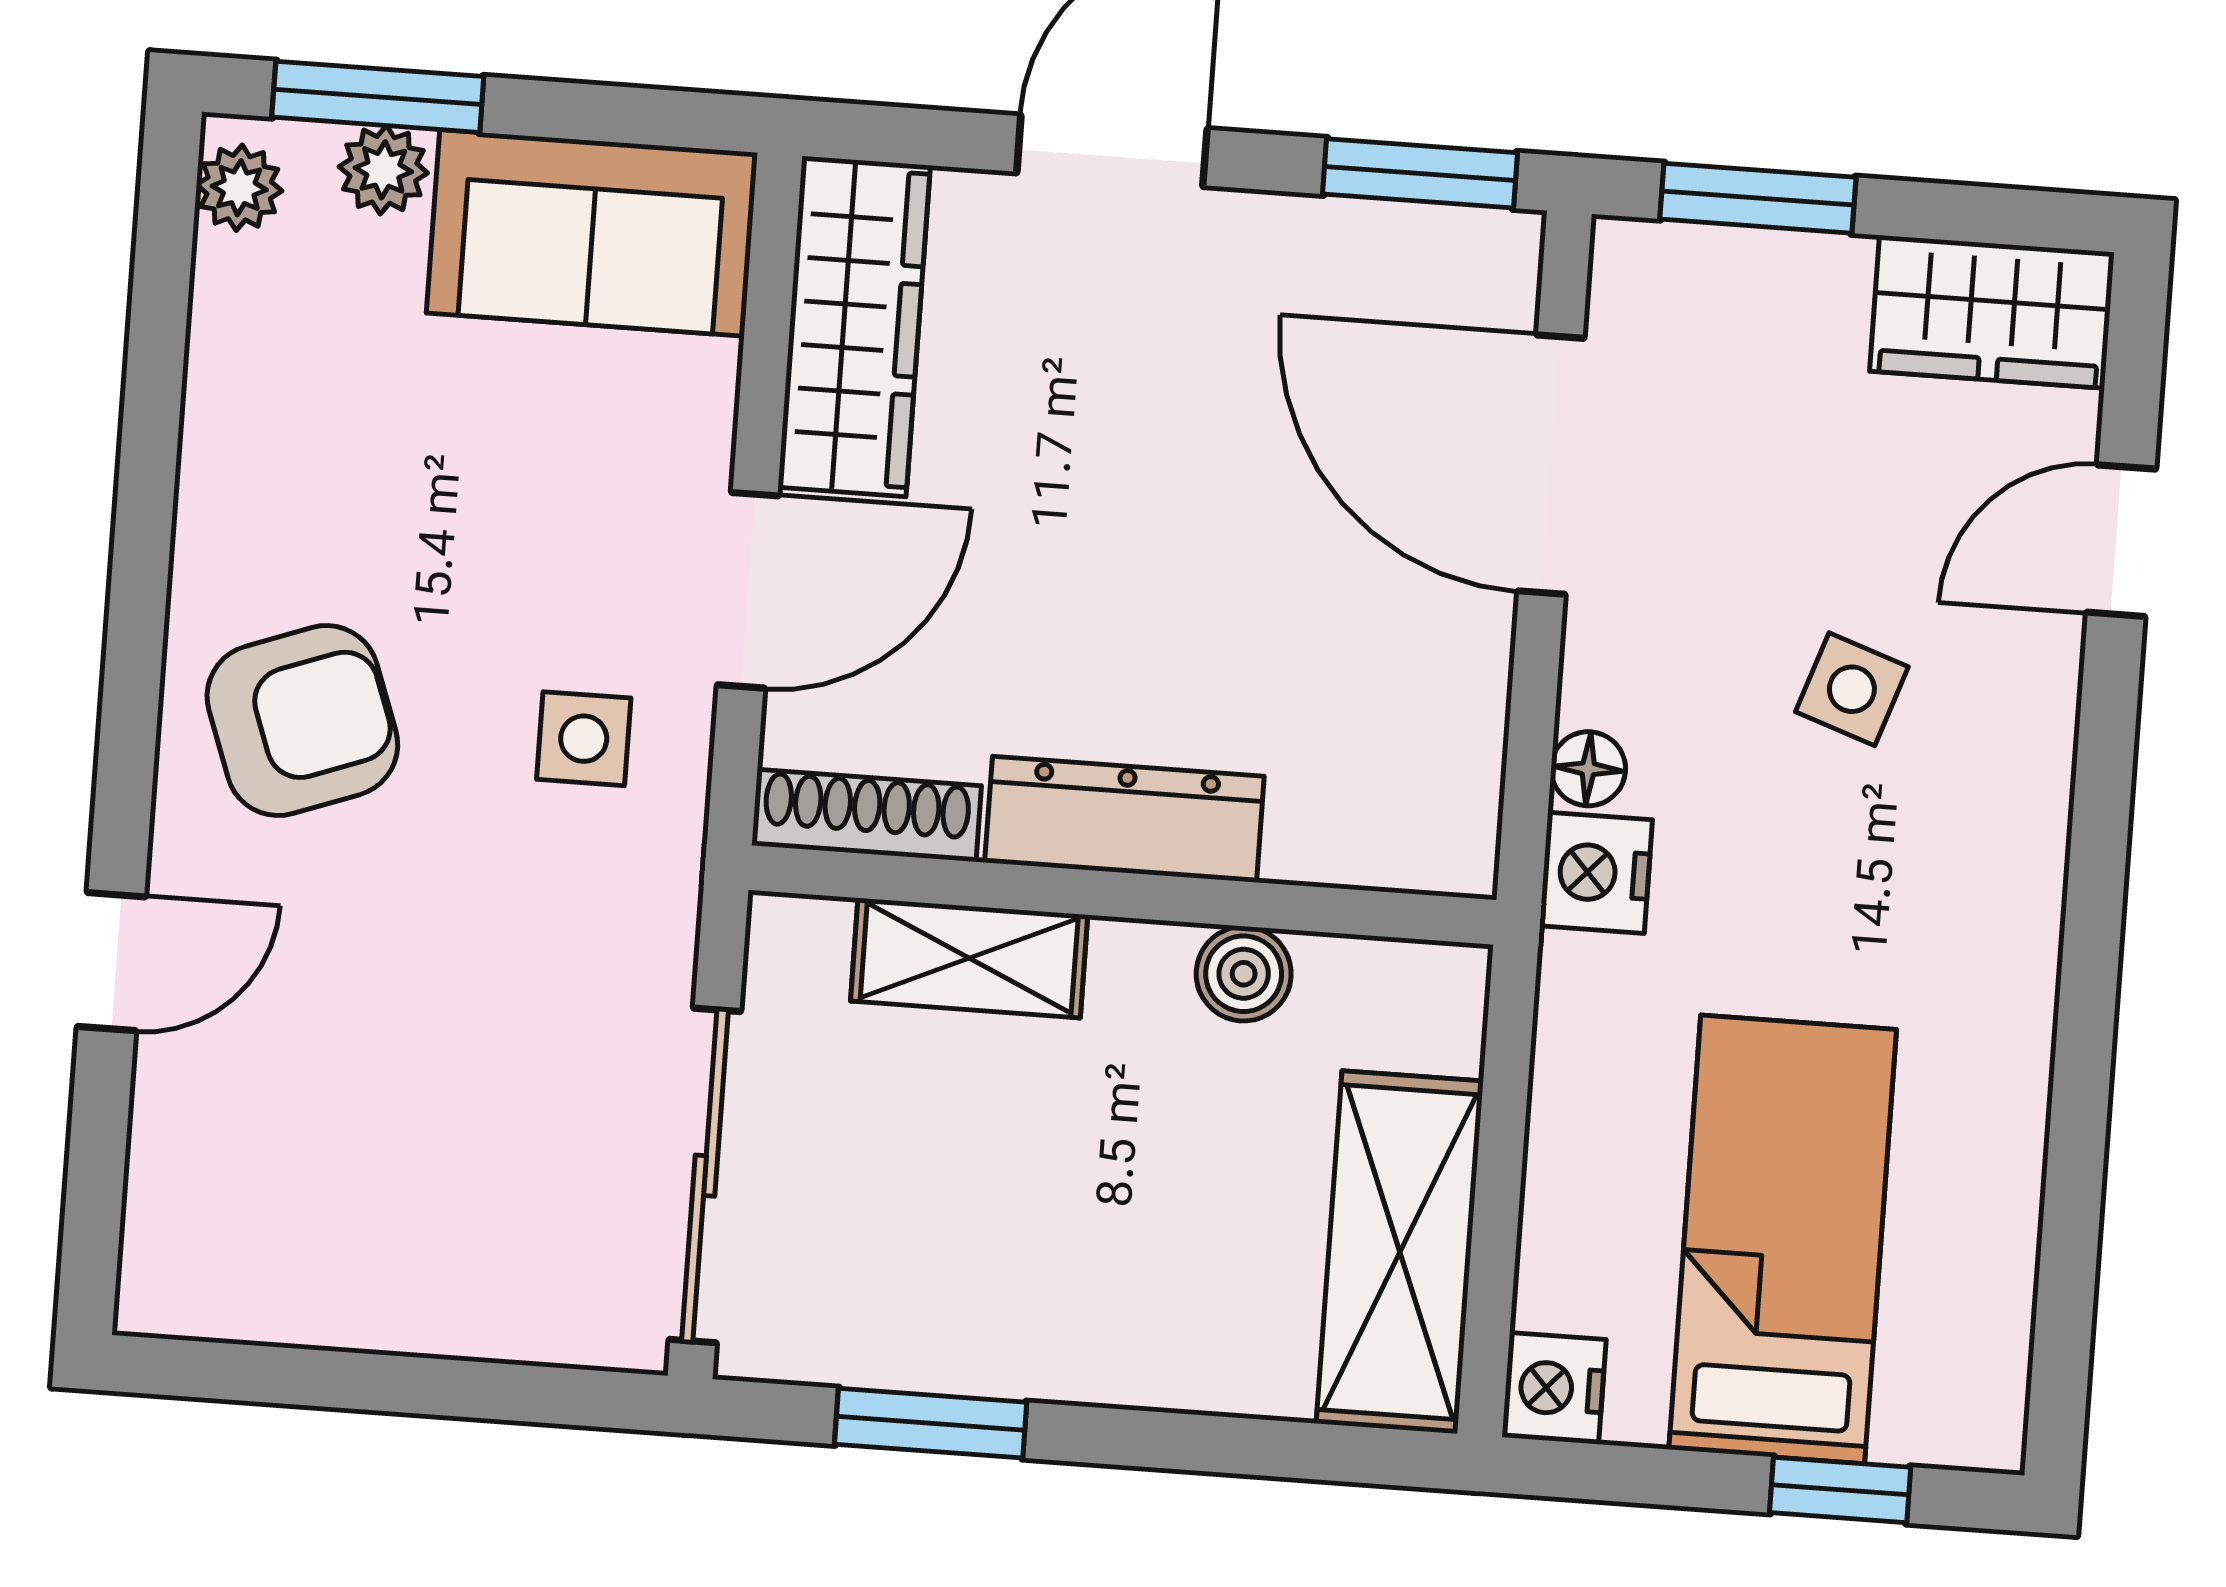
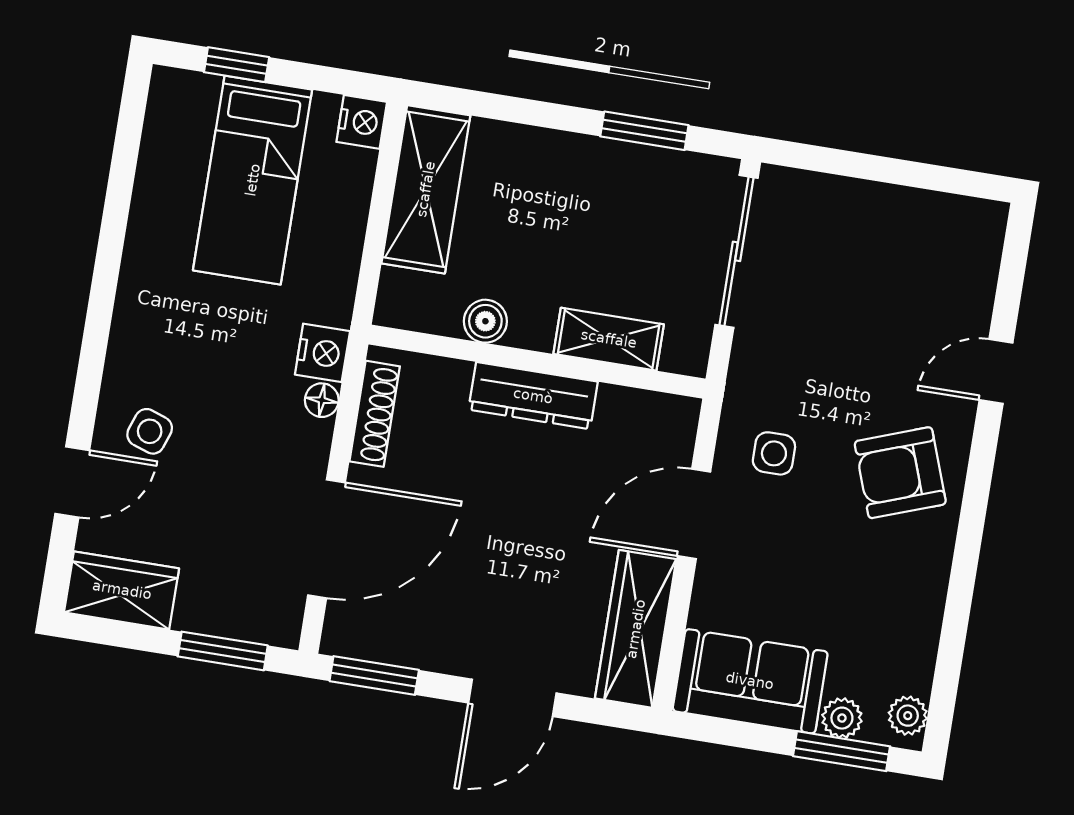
door: (1551, 465) -> (327, 539), hinge flipped
side table: (1852, 689) -> (150, 431), moved
shoe rack: (866, 815) -> (375, 414), moved, turned -90

